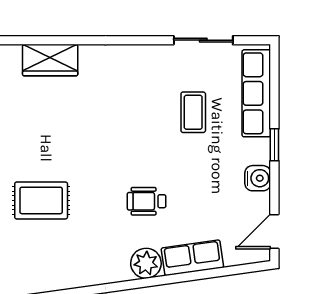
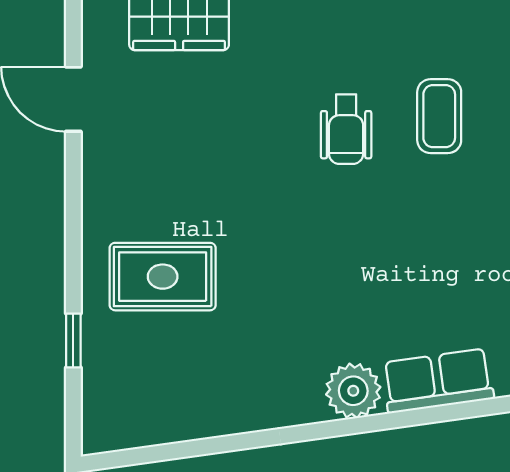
wheelchair: (147, 201) -> (346, 129), moved, turned -90

